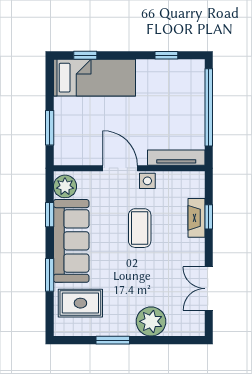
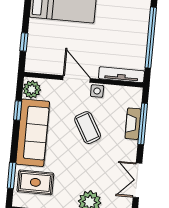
window: (50, 128) -> (24, 42), width x0.67
window: (209, 217) -> (143, 124), width x2.17
coffee table: (140, 228) -> (88, 128), turned -30
window: (50, 275) -> (12, 175), moved

